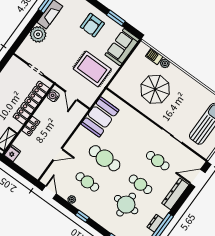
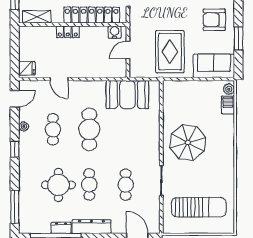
plant: (165, 63) -> (229, 89), moved
parasol: (155, 89) -> (188, 143), moved
fridge: (12, 153) -> (27, 68), moved
dresser: (175, 194) -> (91, 227), moved

